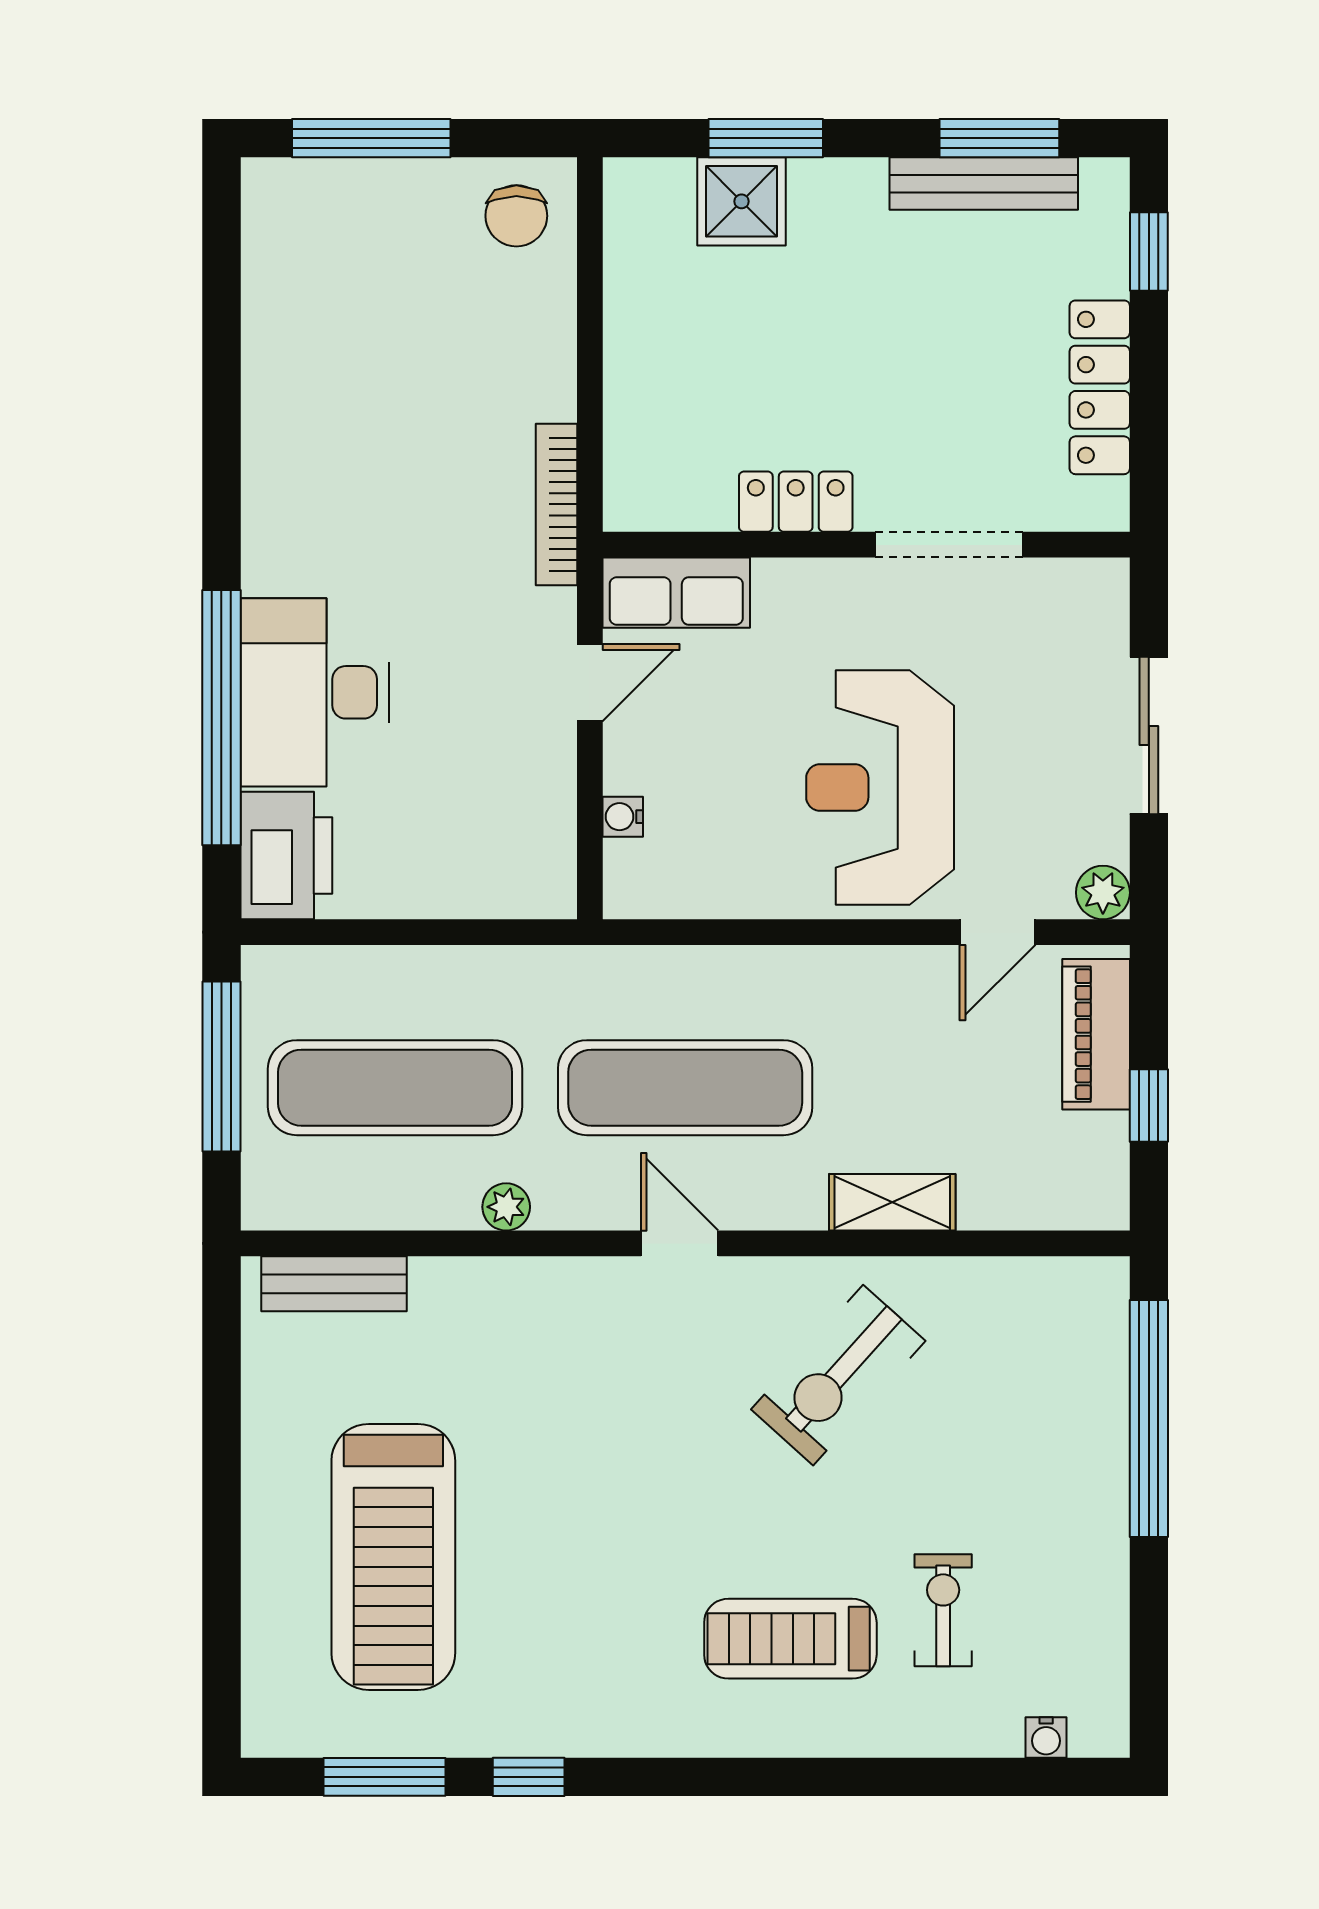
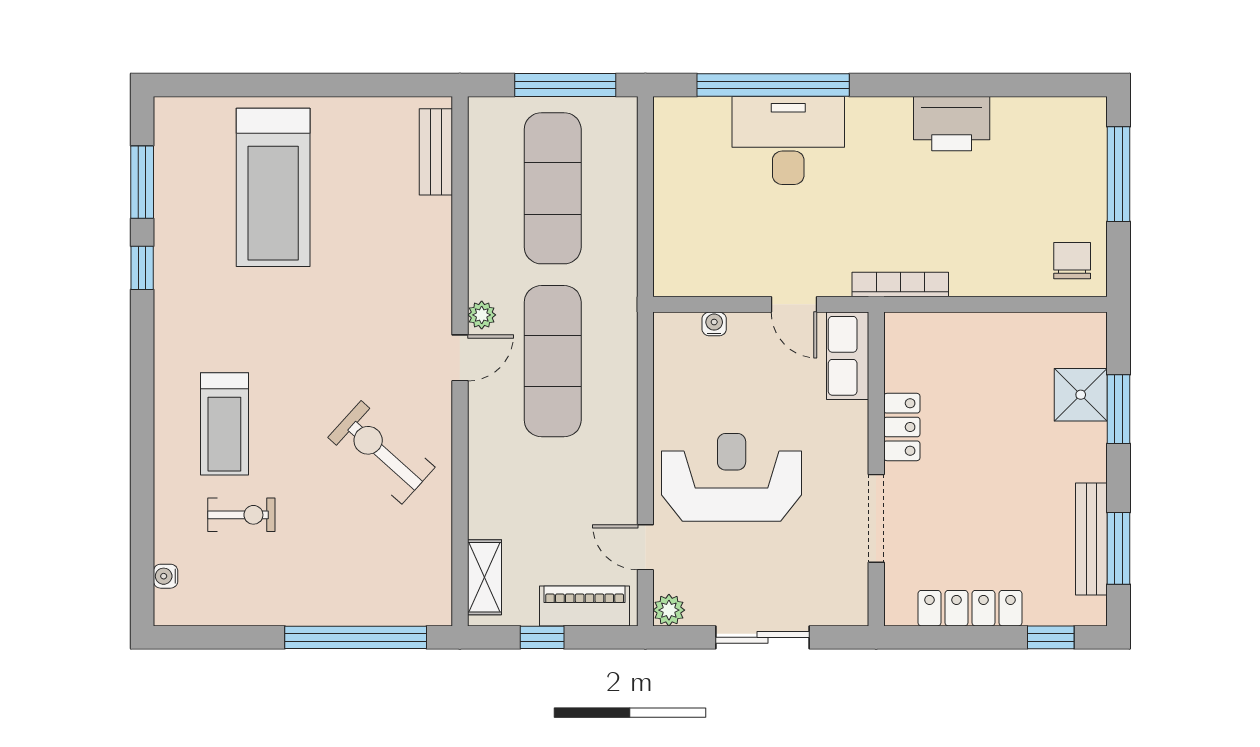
chair: (516, 216) -> (1072, 261), turned 90
printer: (286, 856) -> (952, 124), moved
shelving: (892, 1202) -> (484, 577), moved
plant: (506, 1207) -> (482, 315), moved
treadmill: (393, 1557) -> (273, 187), turned -90
treadmill: (790, 1639) -> (224, 424), turned 180

